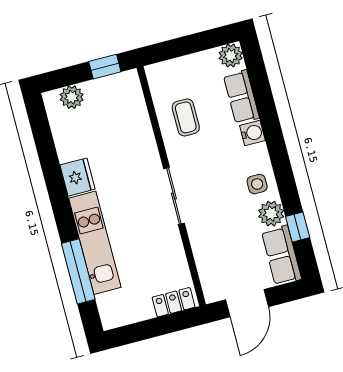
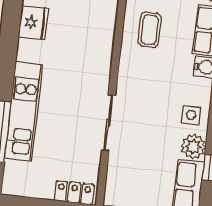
fridge: (77, 177) -> (33, 23), moved
sliding door: (174, 196) -> (109, 123), moved

